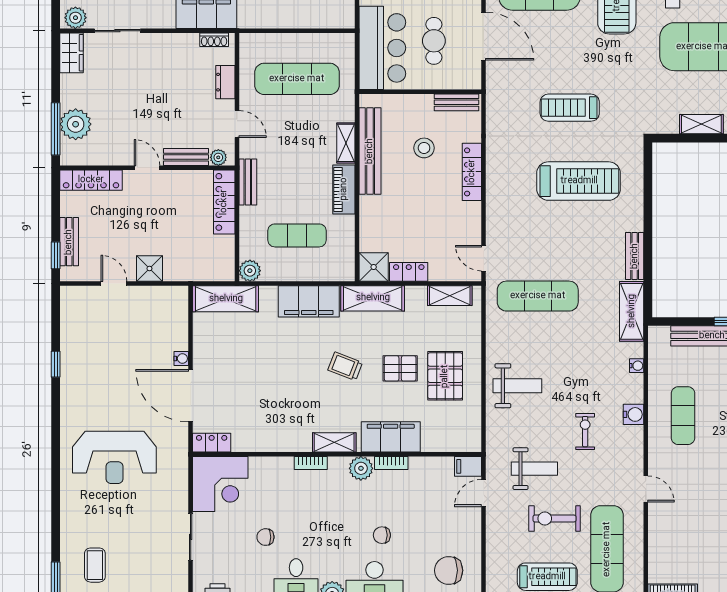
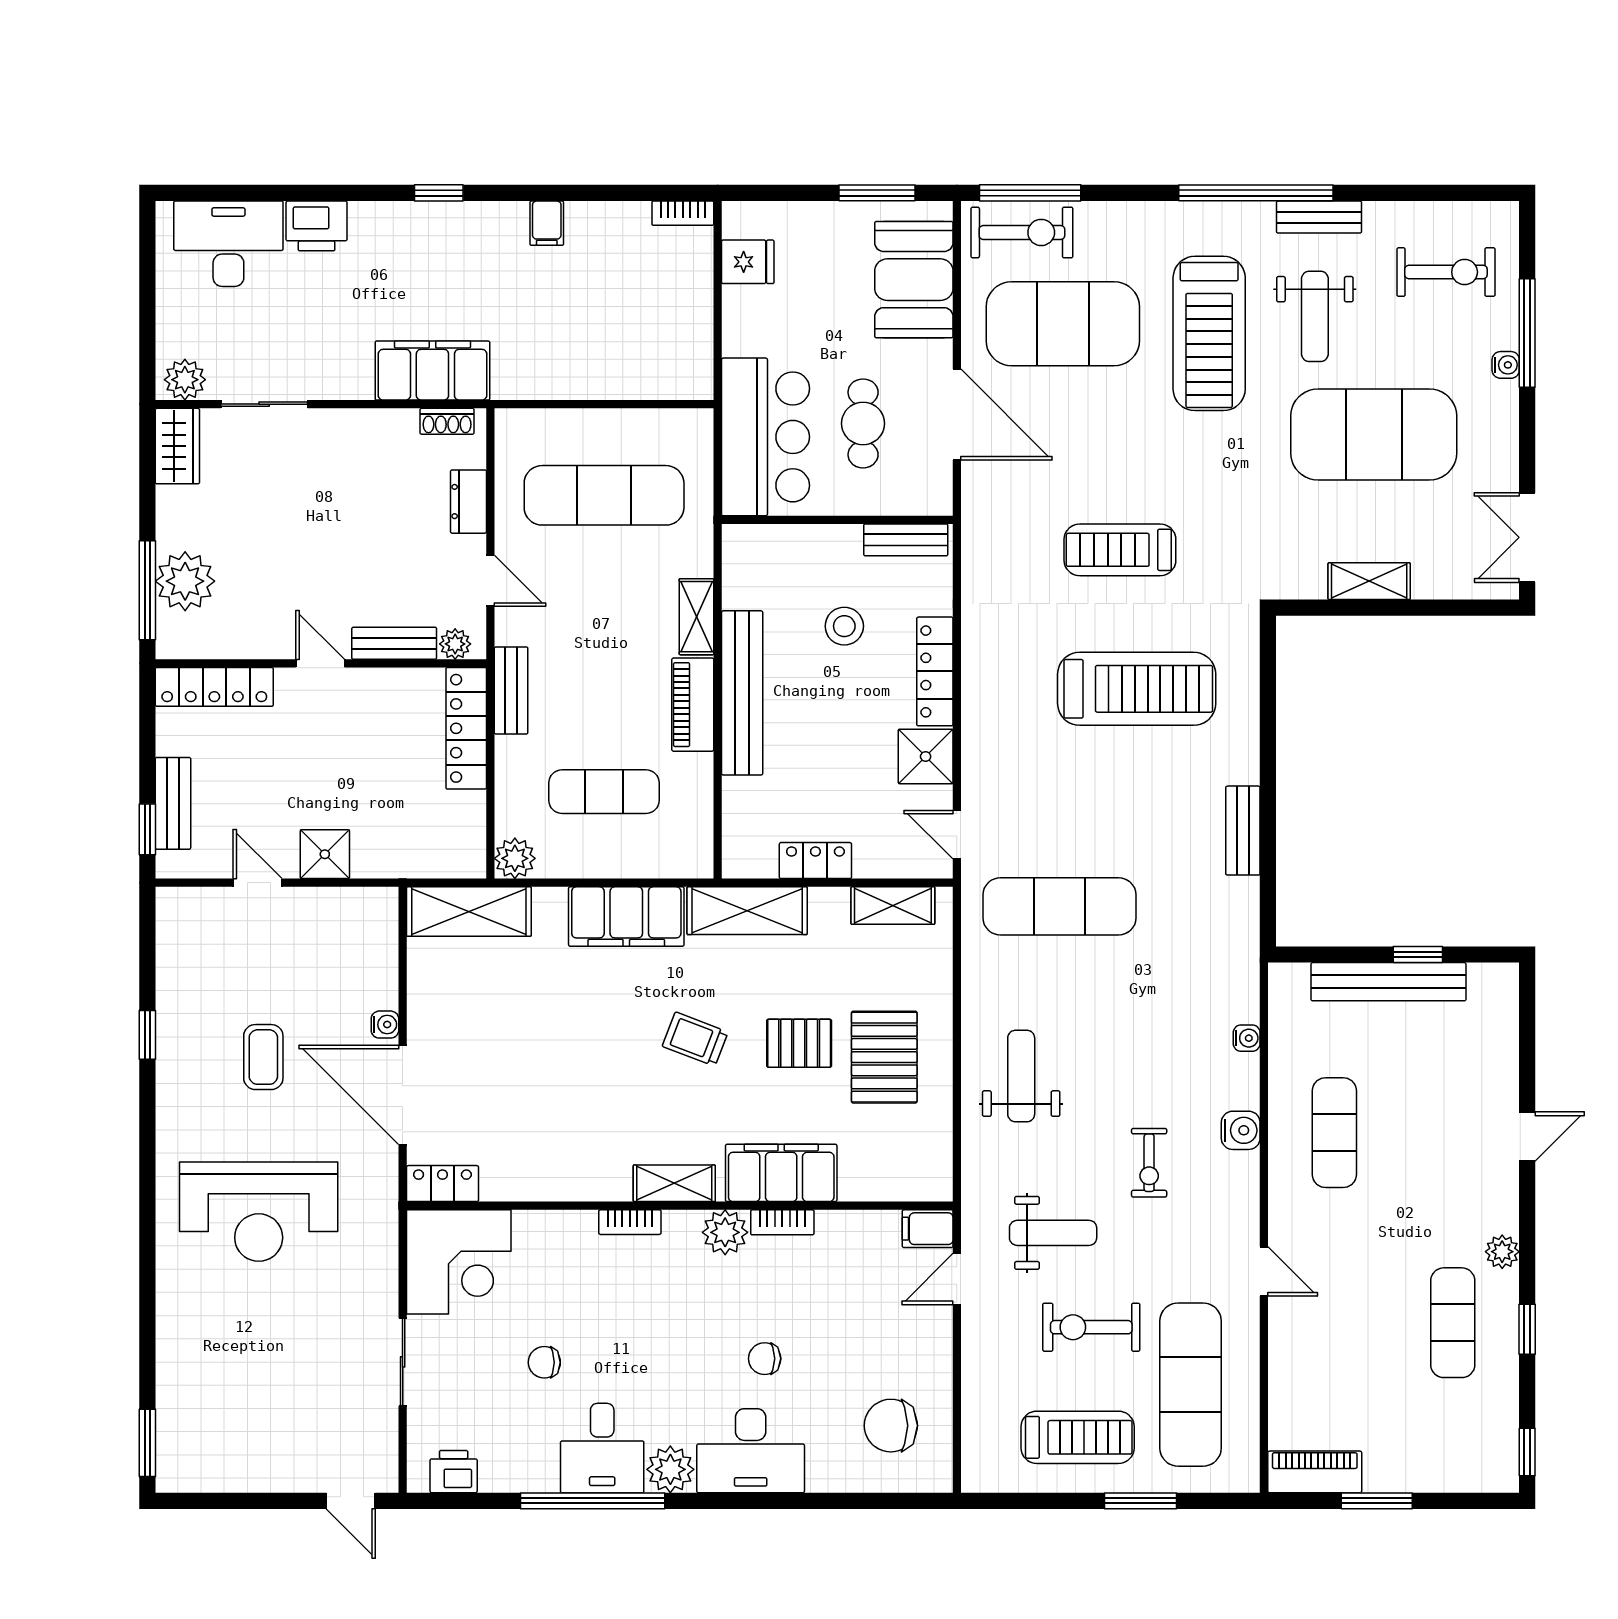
bench: (370, 151) -> (742, 693), moved
shower: (374, 267) -> (926, 756), moved
shelving: (632, 311) -> (1237, 935), removed
weight bench: (517, 386) -> (1021, 1076), turned -90
exercise bike: (585, 432) -> (1149, 1163), turned 180
coffee table: (95, 565) -> (263, 1057), moved

